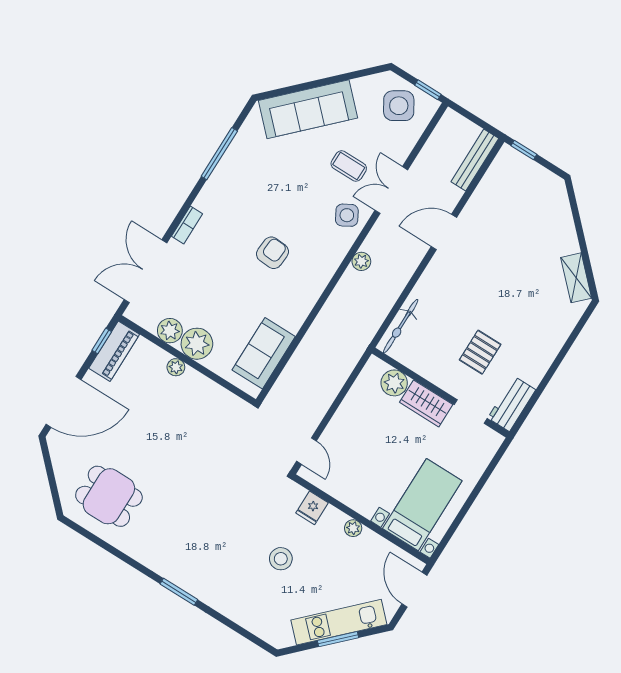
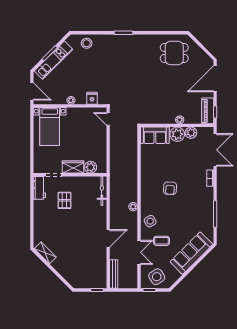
double door: (391, 190) -> (139, 252), moved
sofa: (264, 353) -> (155, 135), moved, turned 90
stool: (281, 559) -> (87, 43), moved

